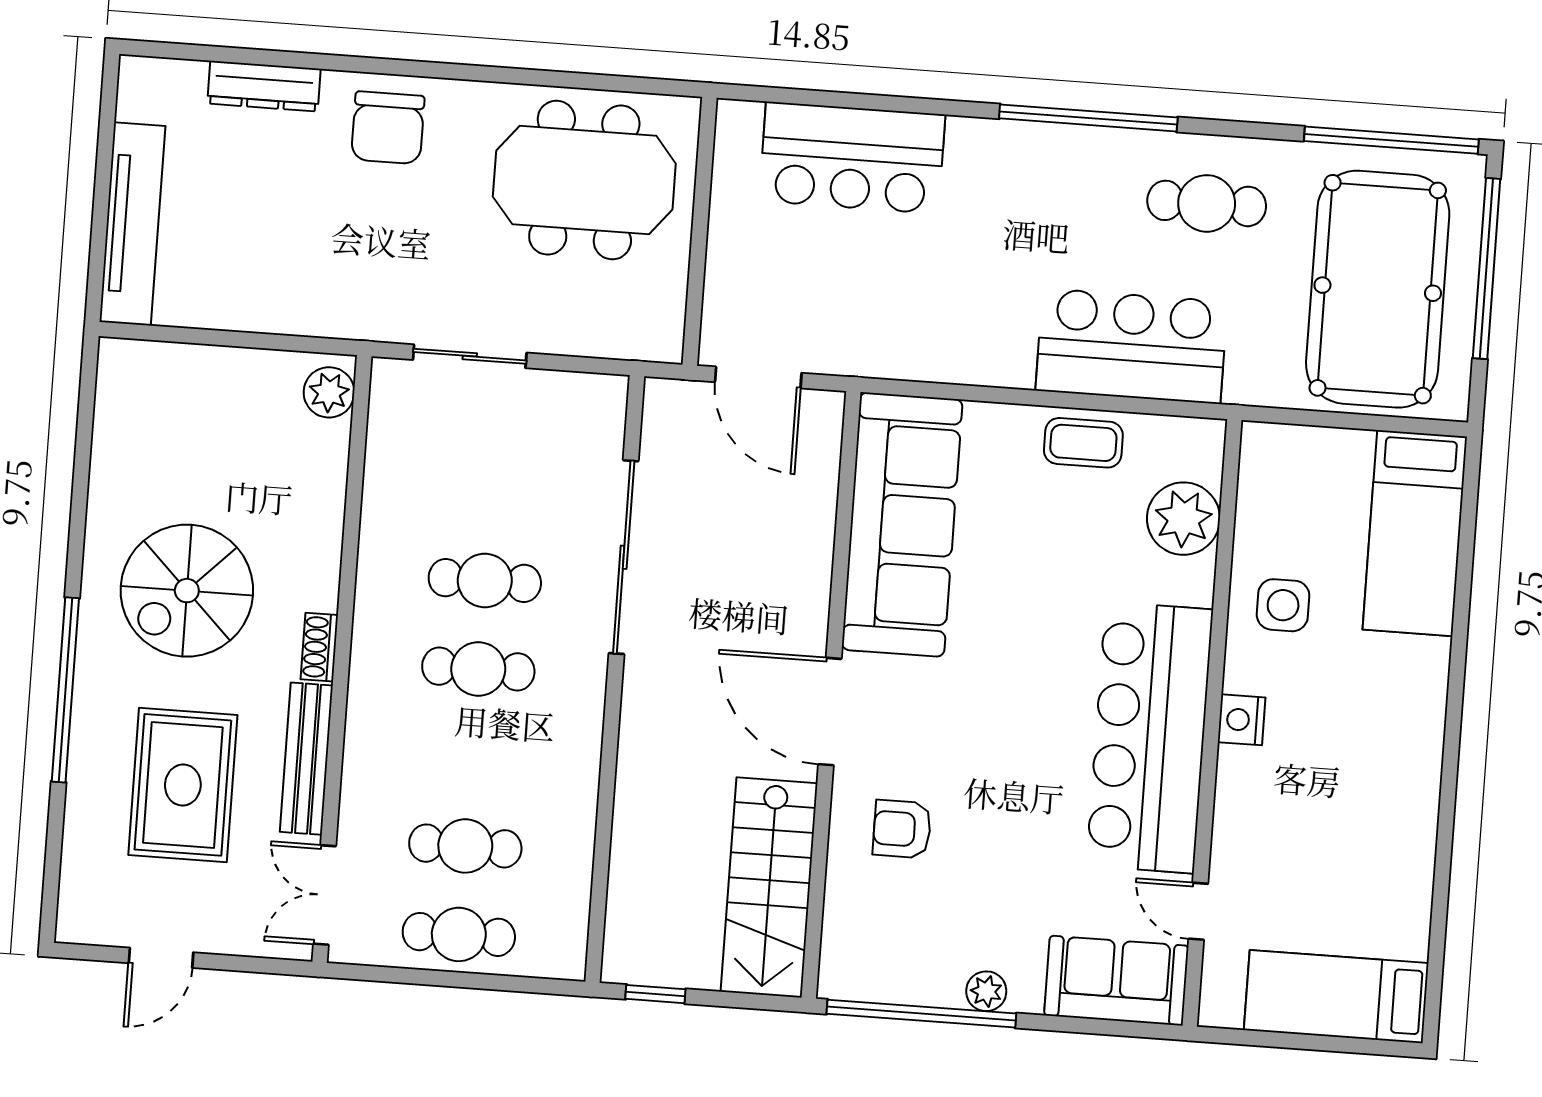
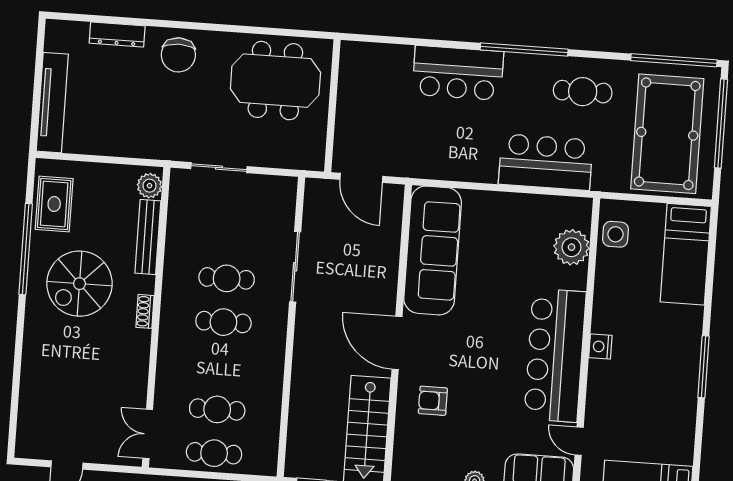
bar counter: (852, 158) -> (458, 73), moved
coffee table: (1083, 443) -> (522, 210), removed
sliding door: (624, 557) -> (295, 267), width x0.73
side table: (1283, 605) -> (615, 234), moved
window: (65, 690) -> (26, 249), moved
bench: (306, 759) -> (148, 237), moved
window: (1450, 761) -> (704, 367), added
rug: (183, 785) -> (54, 204), moved, width x0.73, depth x0.70

